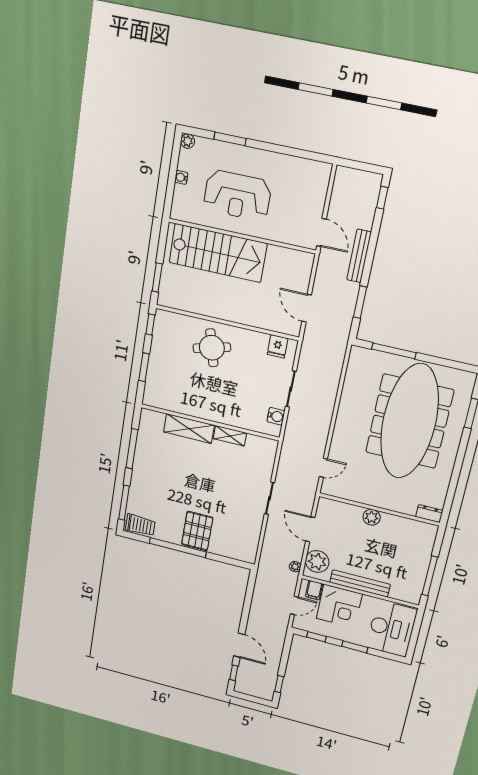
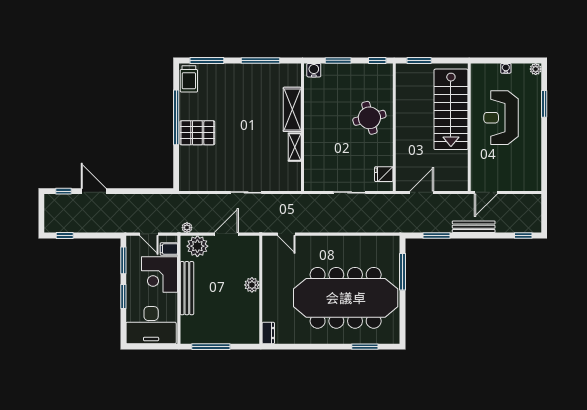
water cooler: (276, 416) -> (314, 70), moved, turned 180
window: (317, 637) -> (123, 260), width x1.50
door: (239, 645) -> (94, 191), swing flipped

